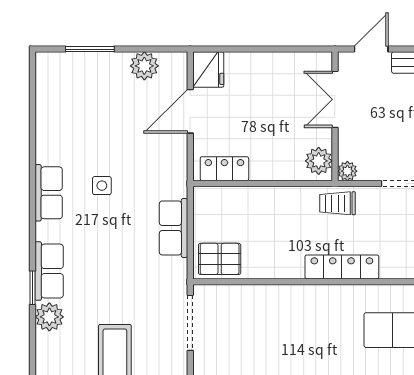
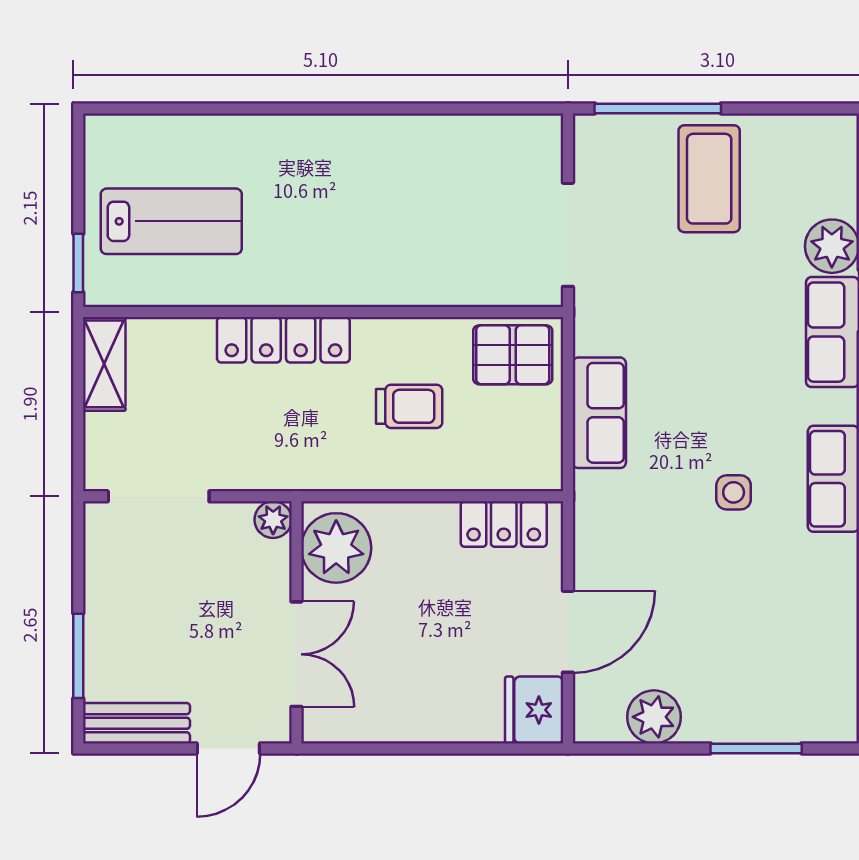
plant: (319, 161) -> (336, 548), width x1.36, depth x1.36
trolley: (337, 203) -> (409, 406), moved

